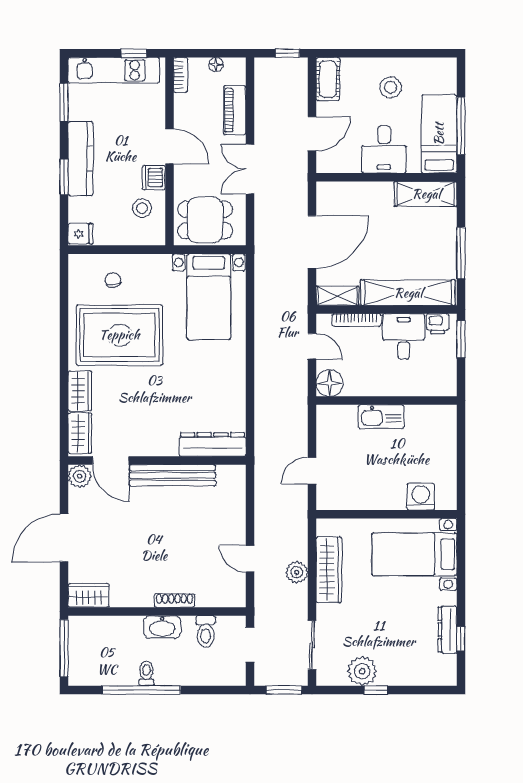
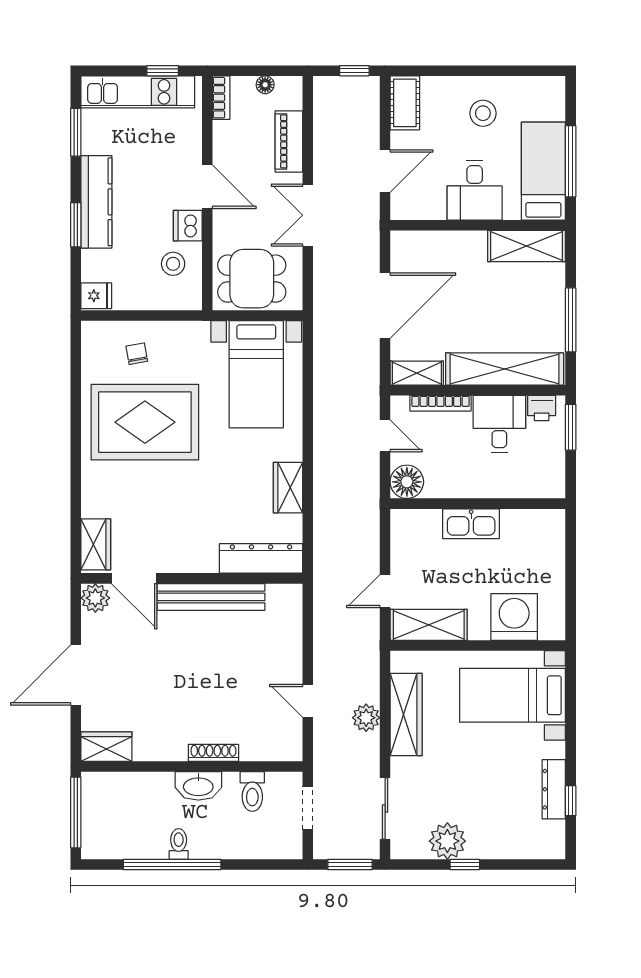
wardrobe: (80, 391) -> (288, 488), moved, turned 180
washing machine: (421, 497) -> (514, 617), width x1.37, depth x1.37
shelving: (347, 498) -> (429, 625), added

